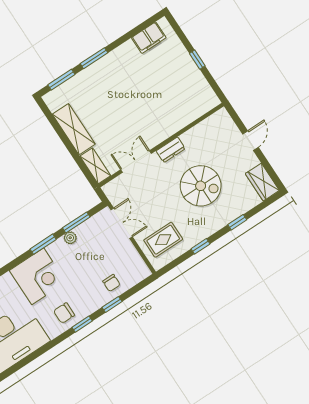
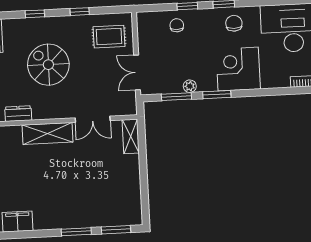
shelving: (74, 129) -> (47, 133), moved, turned 90
dresser: (171, 150) -> (18, 114), moved
chair: (64, 313) -> (234, 23), turned -90

